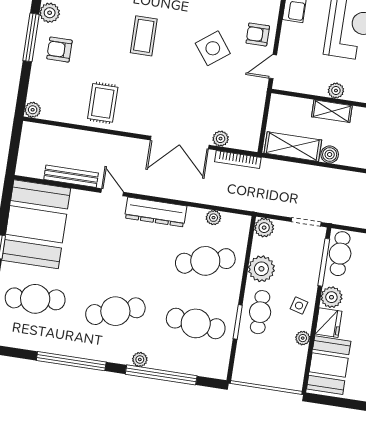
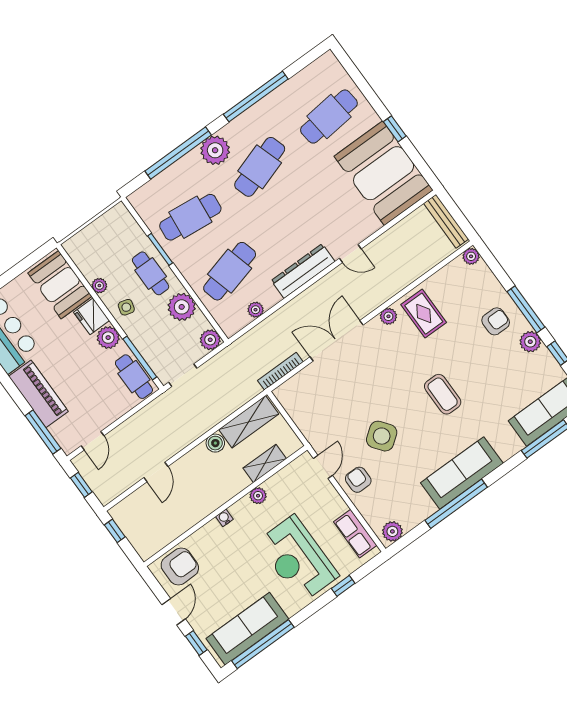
armchair: (258, 34) -> (358, 480), turned -90
shelving: (332, 111) -> (265, 463), moved
plant: (221, 139) -> (388, 316), moved
bench: (71, 176) -> (446, 221), moved, turned 90
plant: (140, 359) -> (215, 150), width x1.88, depth x1.88

